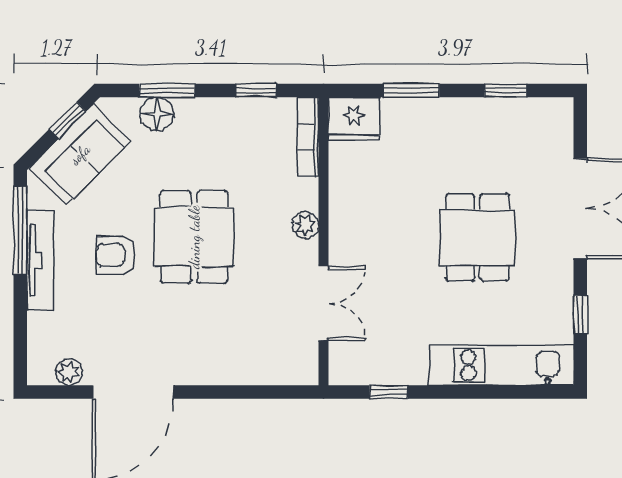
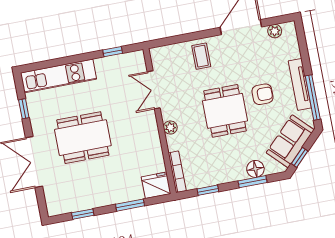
dining table: (477, 238) -> (83, 138), width x1.38
coffee table: (220, 351) -> (201, 56), added

